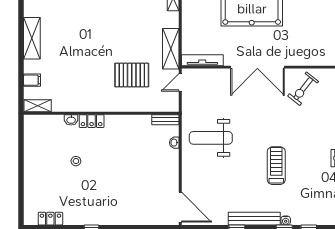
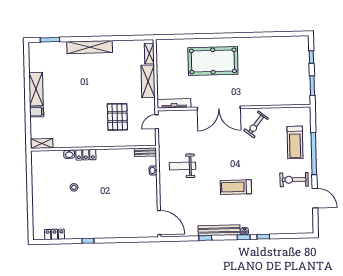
shelving: (171, 49) -> (148, 81), moved
pallet: (132, 75) -> (117, 117), turned 90
filing cabinet: (32, 80) -> (37, 112), moved
weight bench: (211, 138) -> (182, 166), width x0.73, depth x0.75
treadmill: (276, 166) -> (236, 187), turned -90

